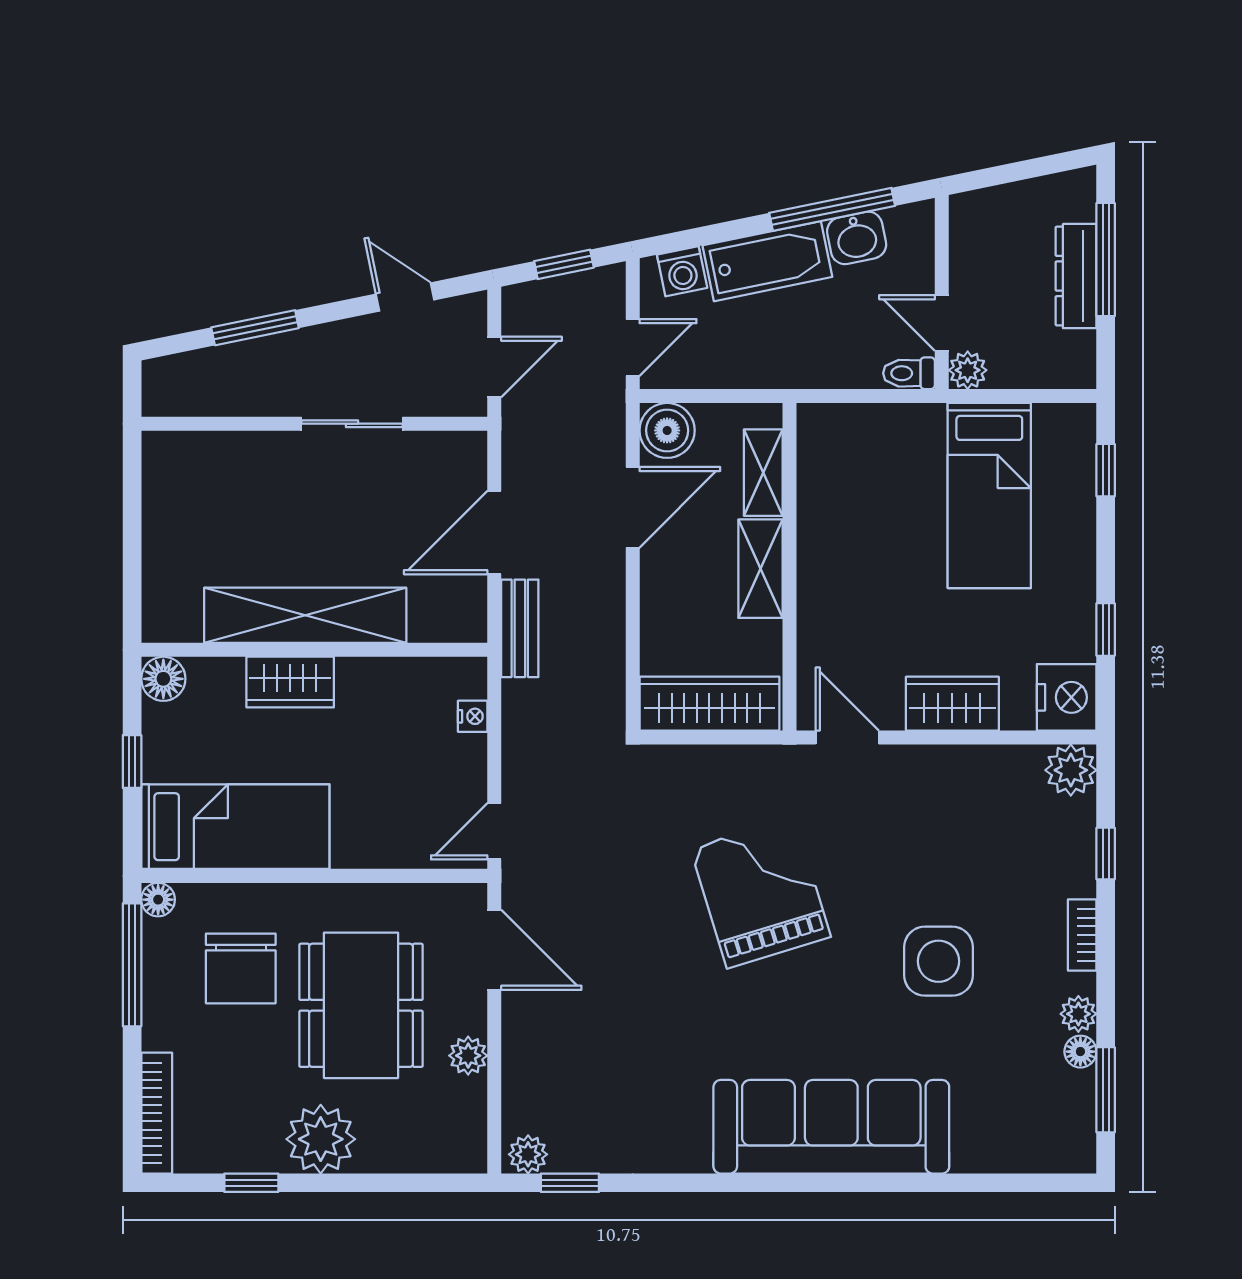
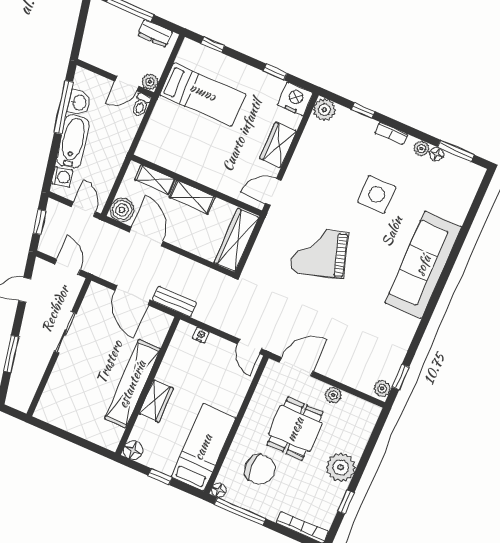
dresser: (1076, 276) -> (155, 33), moved, width x0.70
dining table: (361, 1005) -> (295, 429), width x0.73

